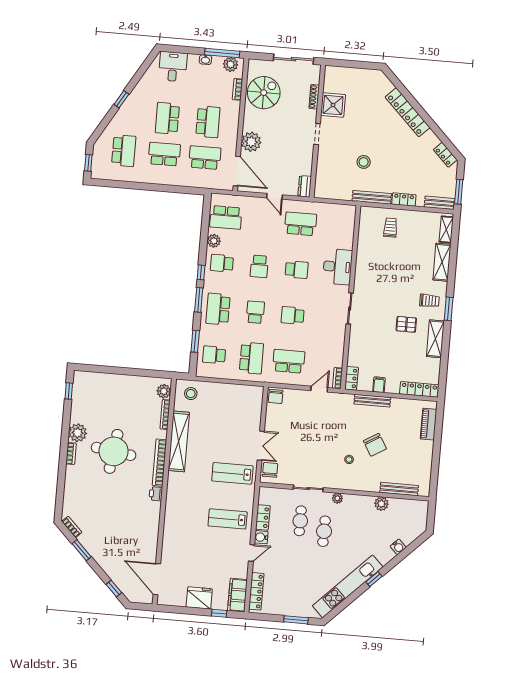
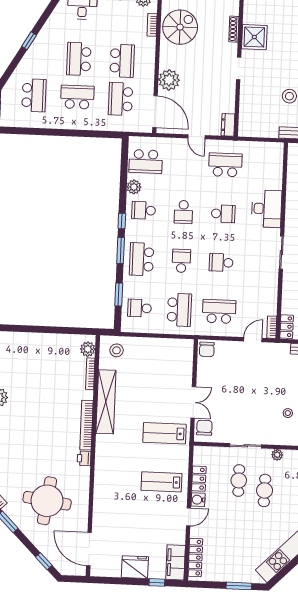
school desk: (205, 158) -> (121, 99), turned -90
round table: (114, 451) -> (47, 501), moved

